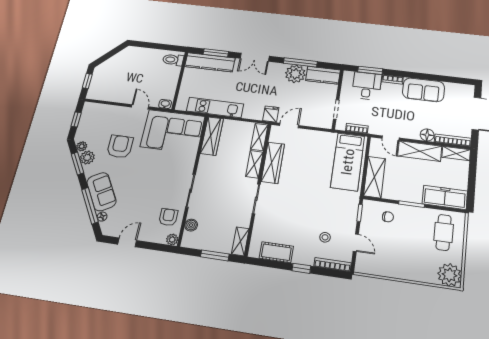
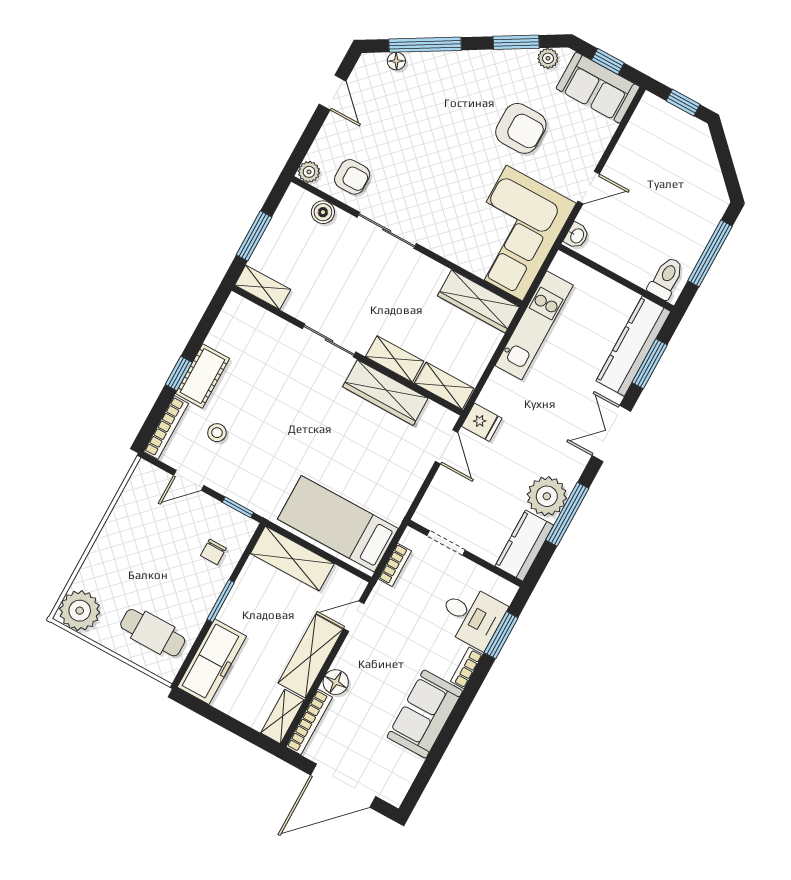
window: (155, 46) -> (710, 253), added
plant: (87, 157) -> (521, 63), removed
sofa: (101, 192) -> (598, 88), moved, turned 30
cot: (276, 252) -> (202, 376), moved

